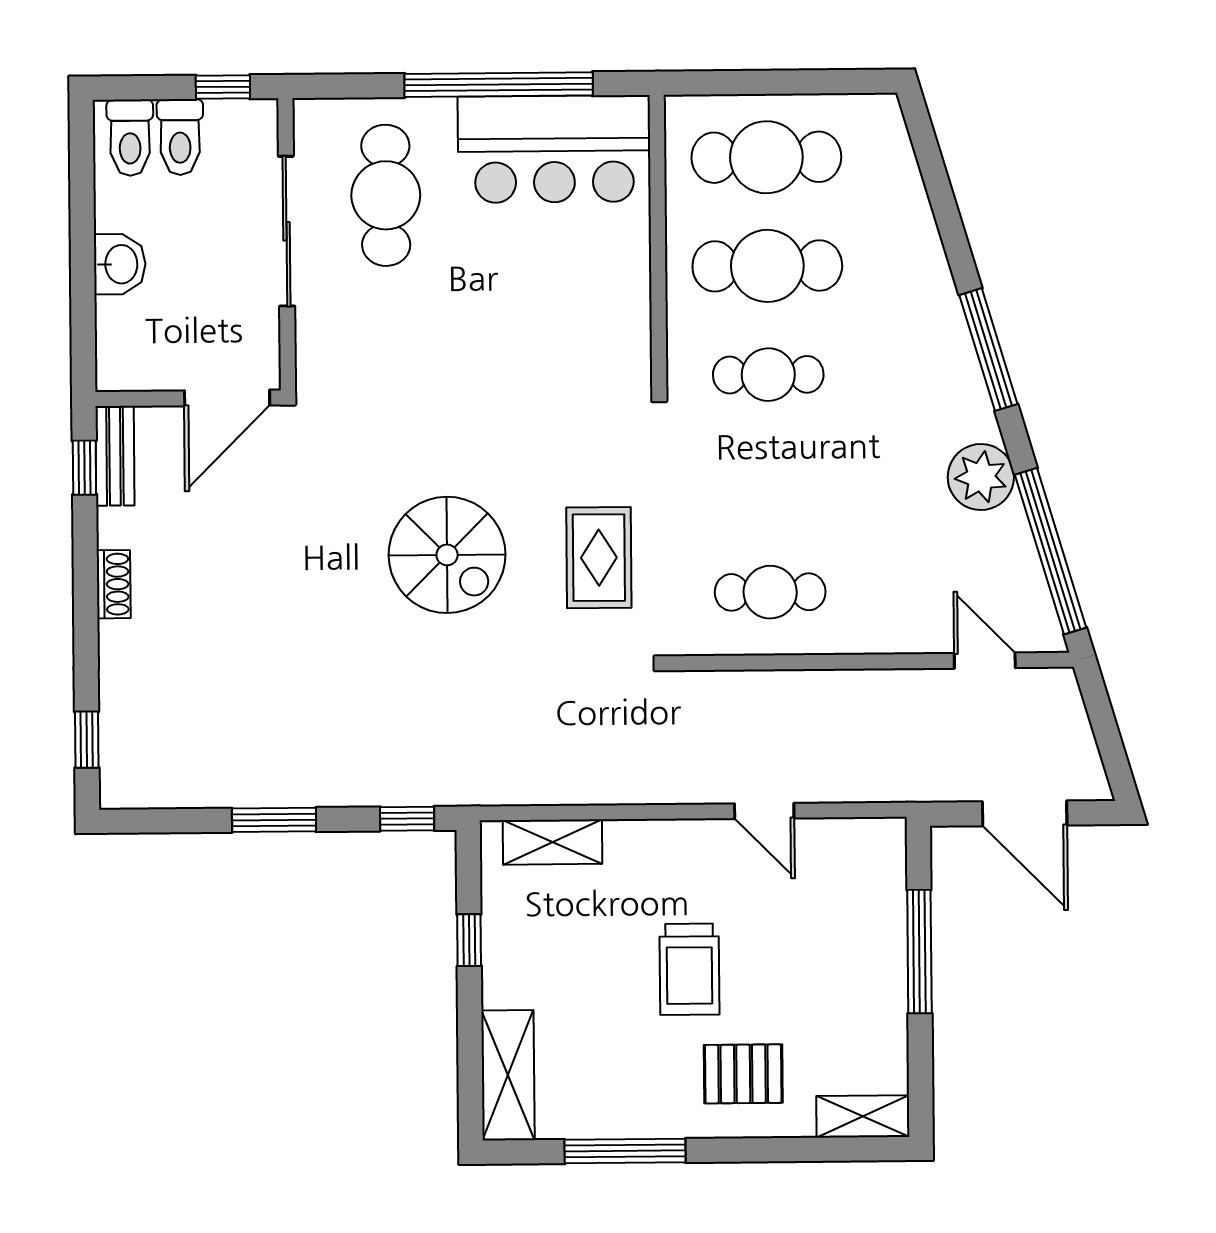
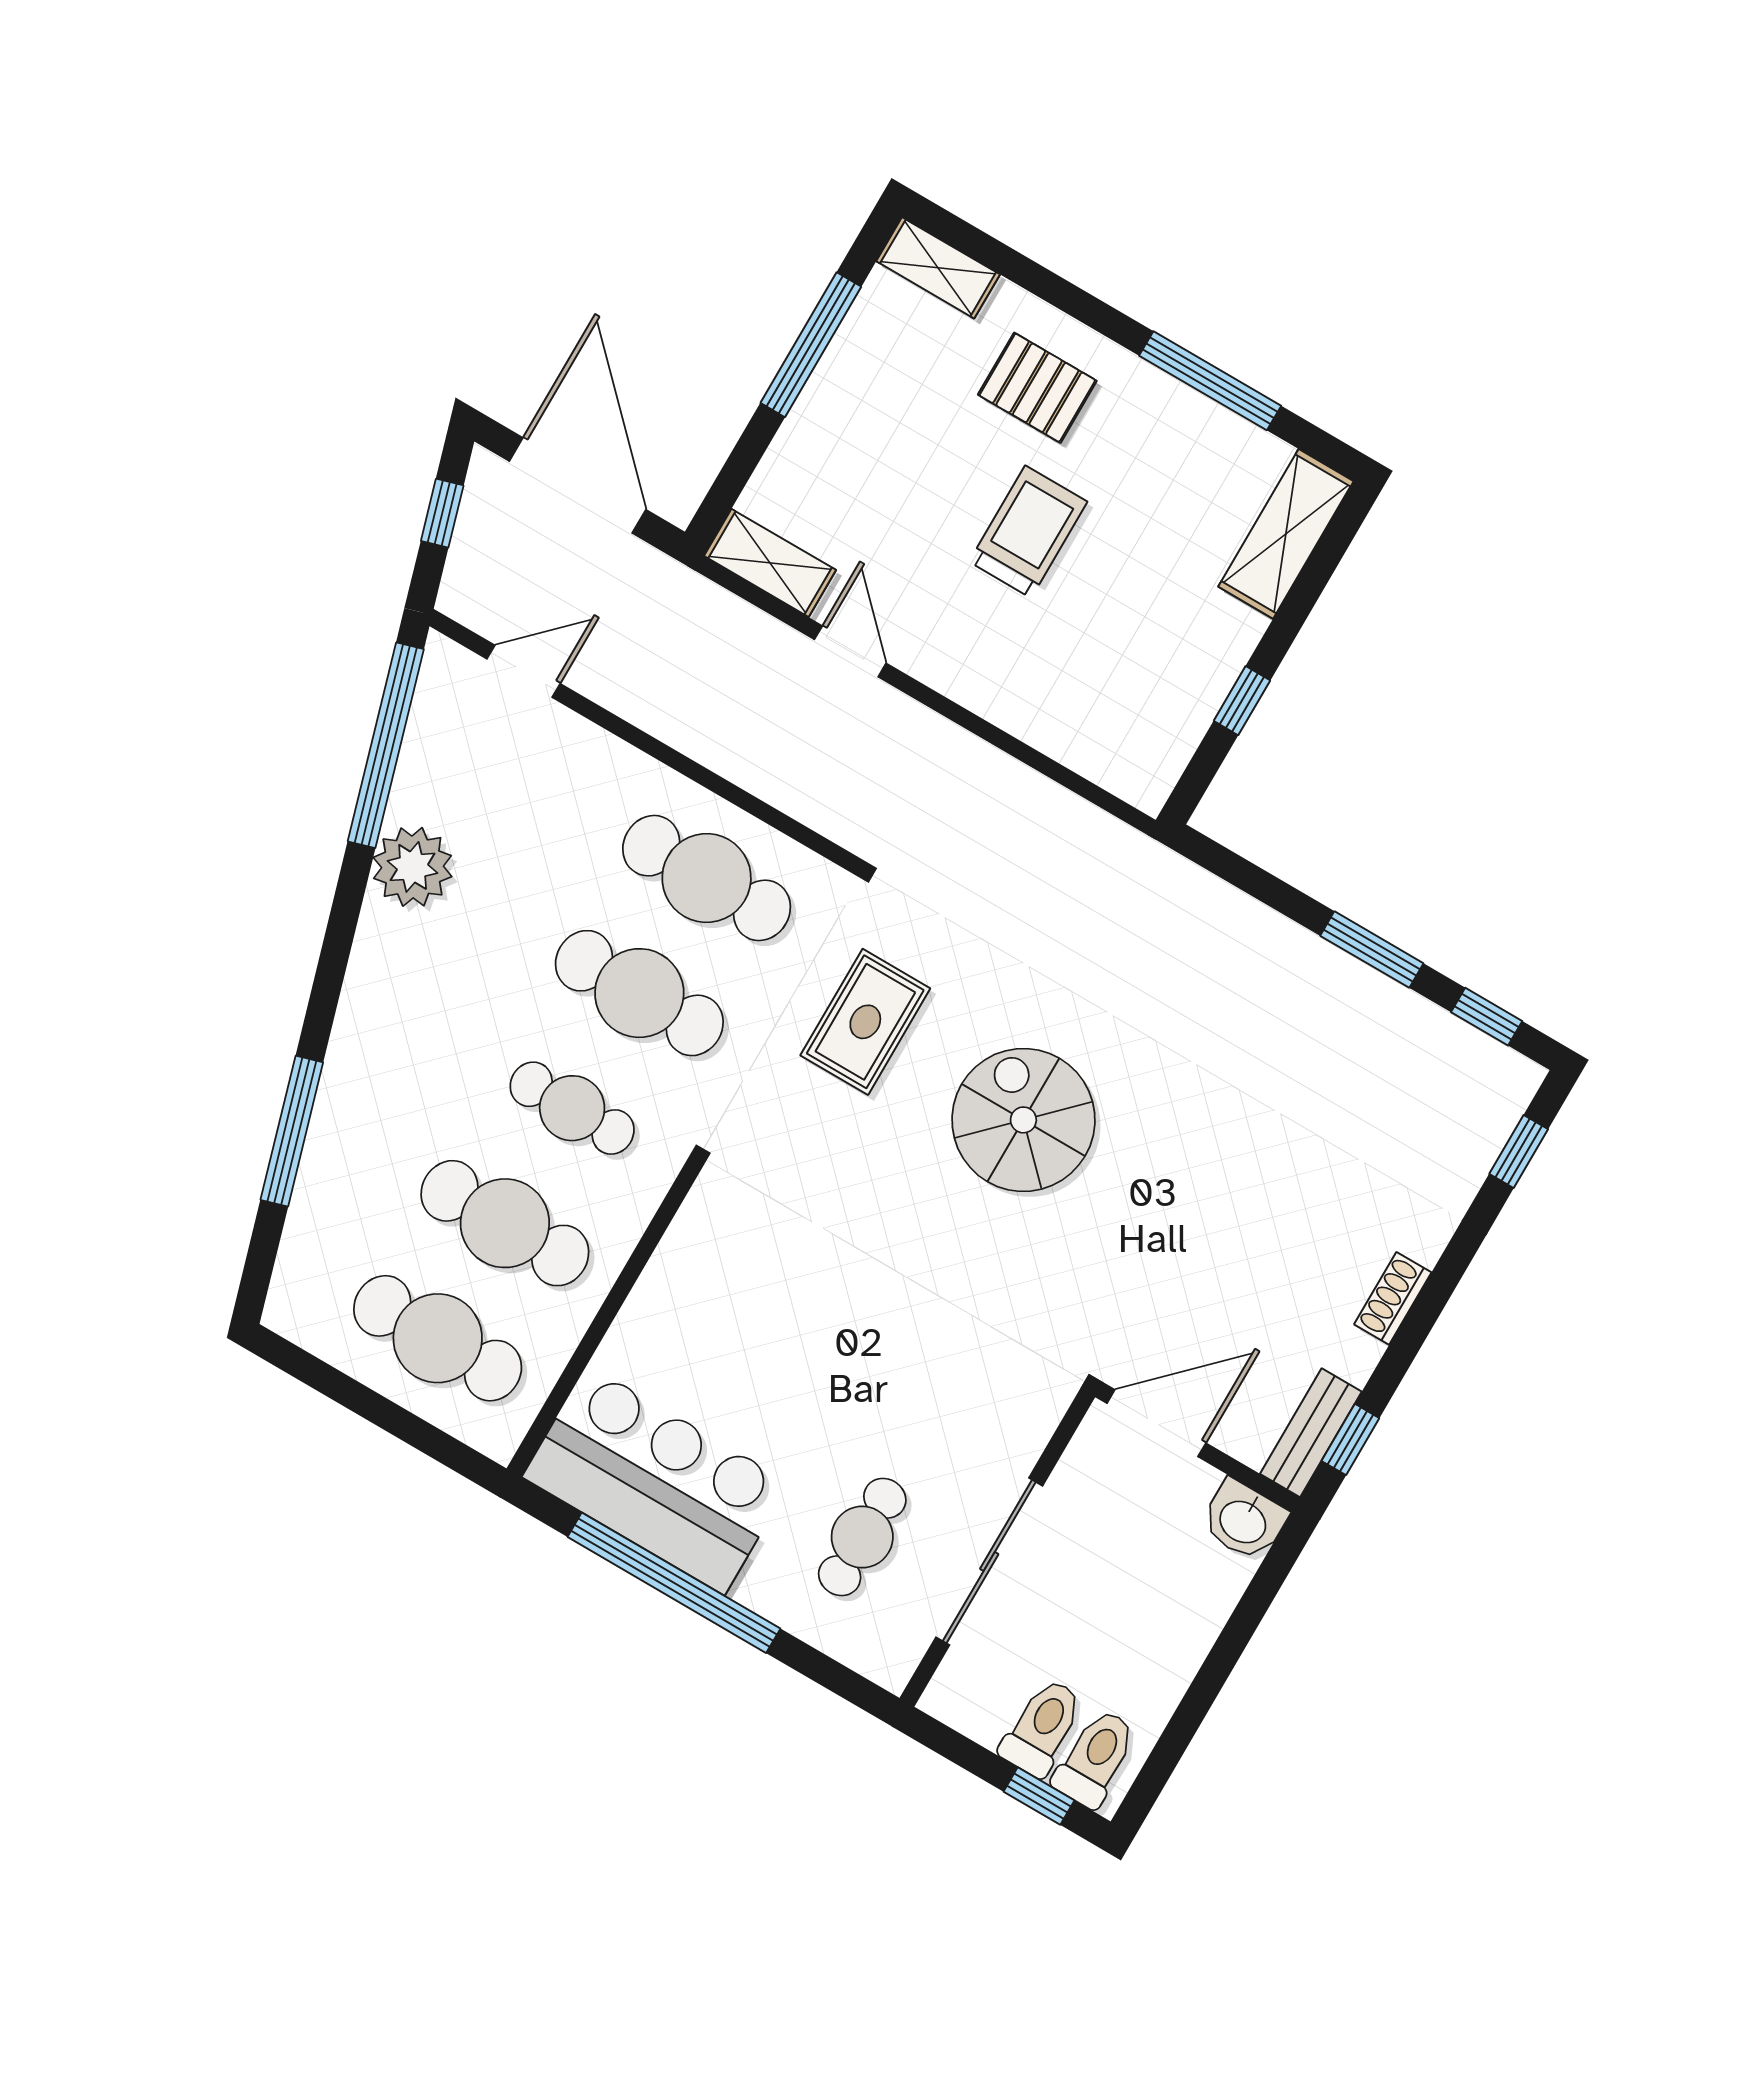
window: (223, 87) -> (1039, 1796), moved
cafe table: (386, 195) -> (862, 1537), width x0.73, depth x0.74
washbasin: (120, 264) -> (1244, 1520), moved, turned -90
window: (988, 350) -> (292, 1131), moved
cafe table: (769, 483) -> (639, 993), added
cafe table: (770, 592) -> (707, 878), width x1.37, depth x1.35
door: (985, 661) -> (524, 671), swing flipped
window: (1108, 737) -> (442, 513), added
door: (1025, 813) -> (578, 485), width x1.36
window: (407, 819) -> (1487, 1017), moved
shelving: (553, 842) -> (770, 563), moved
window: (919, 952) -> (811, 345), moved

